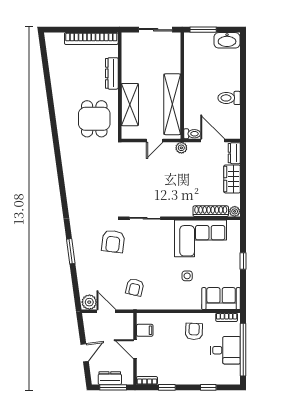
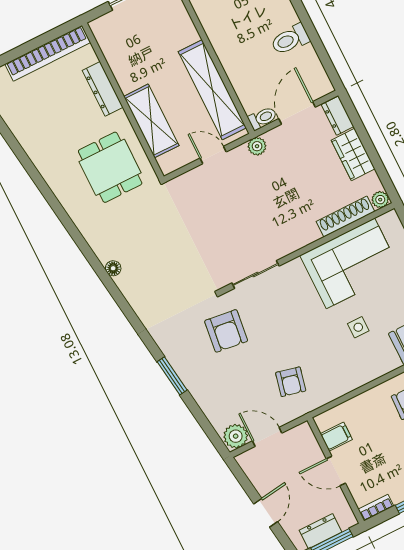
door: (155, 141) -> (213, 155), swing flipped
door: (213, 141) -> (297, 113), hinge flipped
floor lamp: (68, 175) -> (113, 268), added

